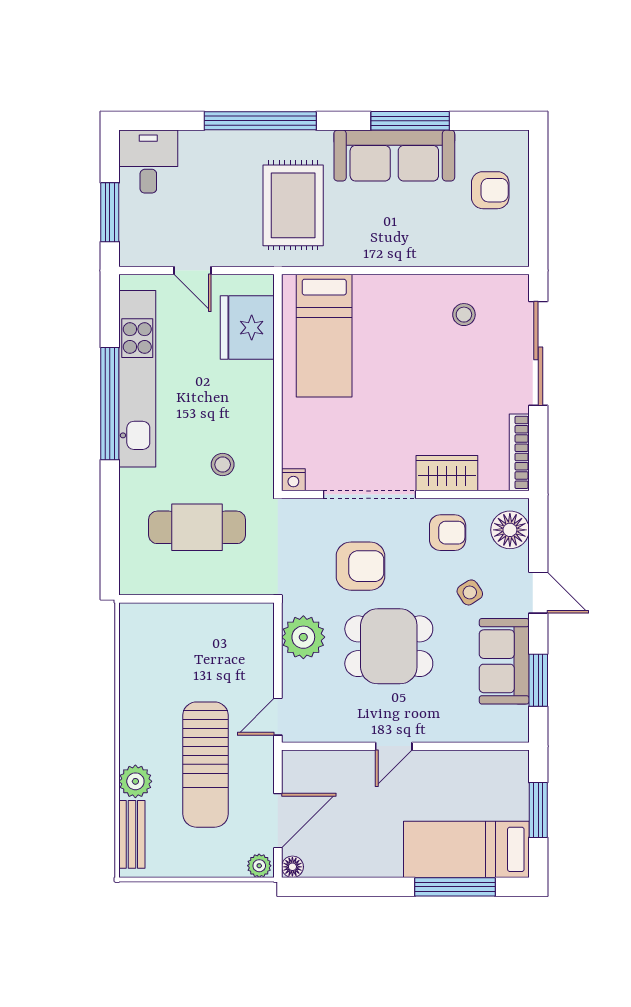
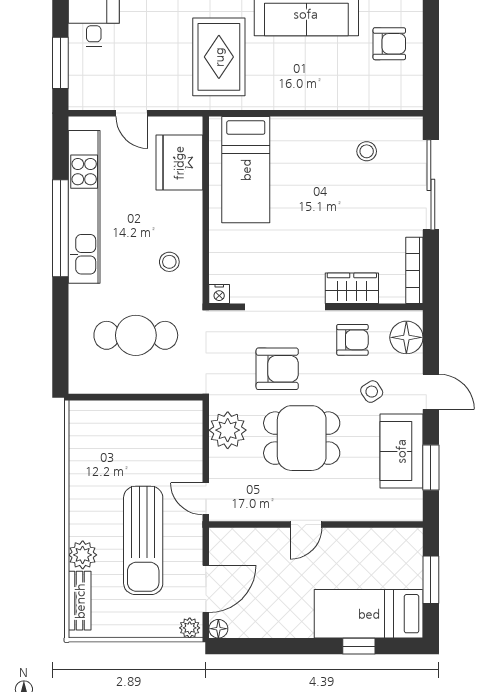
stool: (223, 465) -> (169, 262), moved
door: (278, 717) -> (206, 499), hinge flipped
window: (455, 887) -> (359, 646), width x0.46

